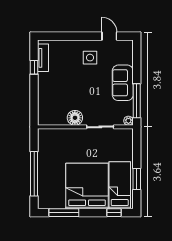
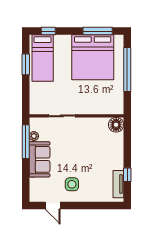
floor lamp: (75, 118) -> (116, 125), moved
plant: (128, 121) -> (34, 136), moved
bed: (87, 186) -> (93, 57), moved

